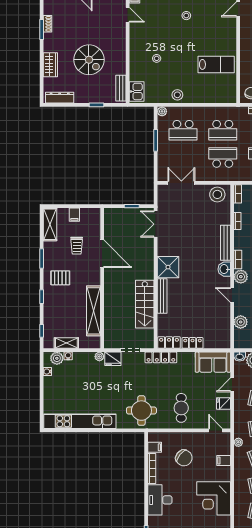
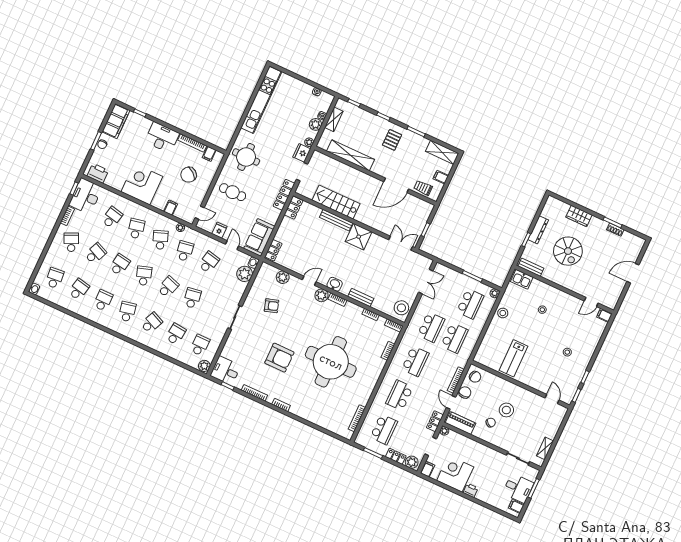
spiral stairs: (89, 60) -> (568, 251), turned -90
dresser: (60, 98) -> (538, 230), moved
school desk: (183, 130) -> (470, 304), turned 180
school desk: (223, 130) -> (454, 338), turned 180
bench: (226, 243) -> (361, 298), width x0.73
trolley: (77, 246) -> (423, 188), moved
locker: (193, 343) -> (273, 250), moved
plant: (57, 358) -> (315, 124), moved

